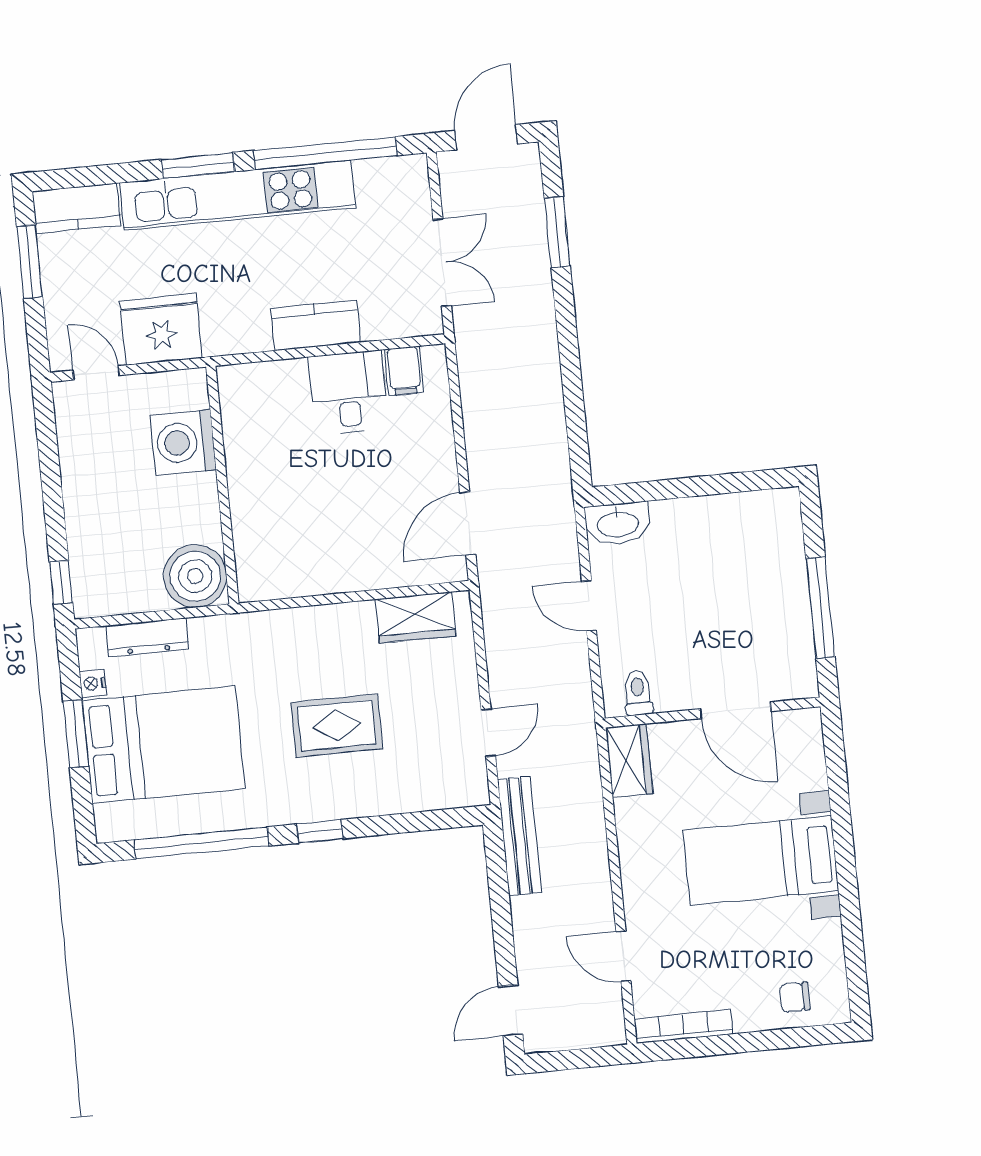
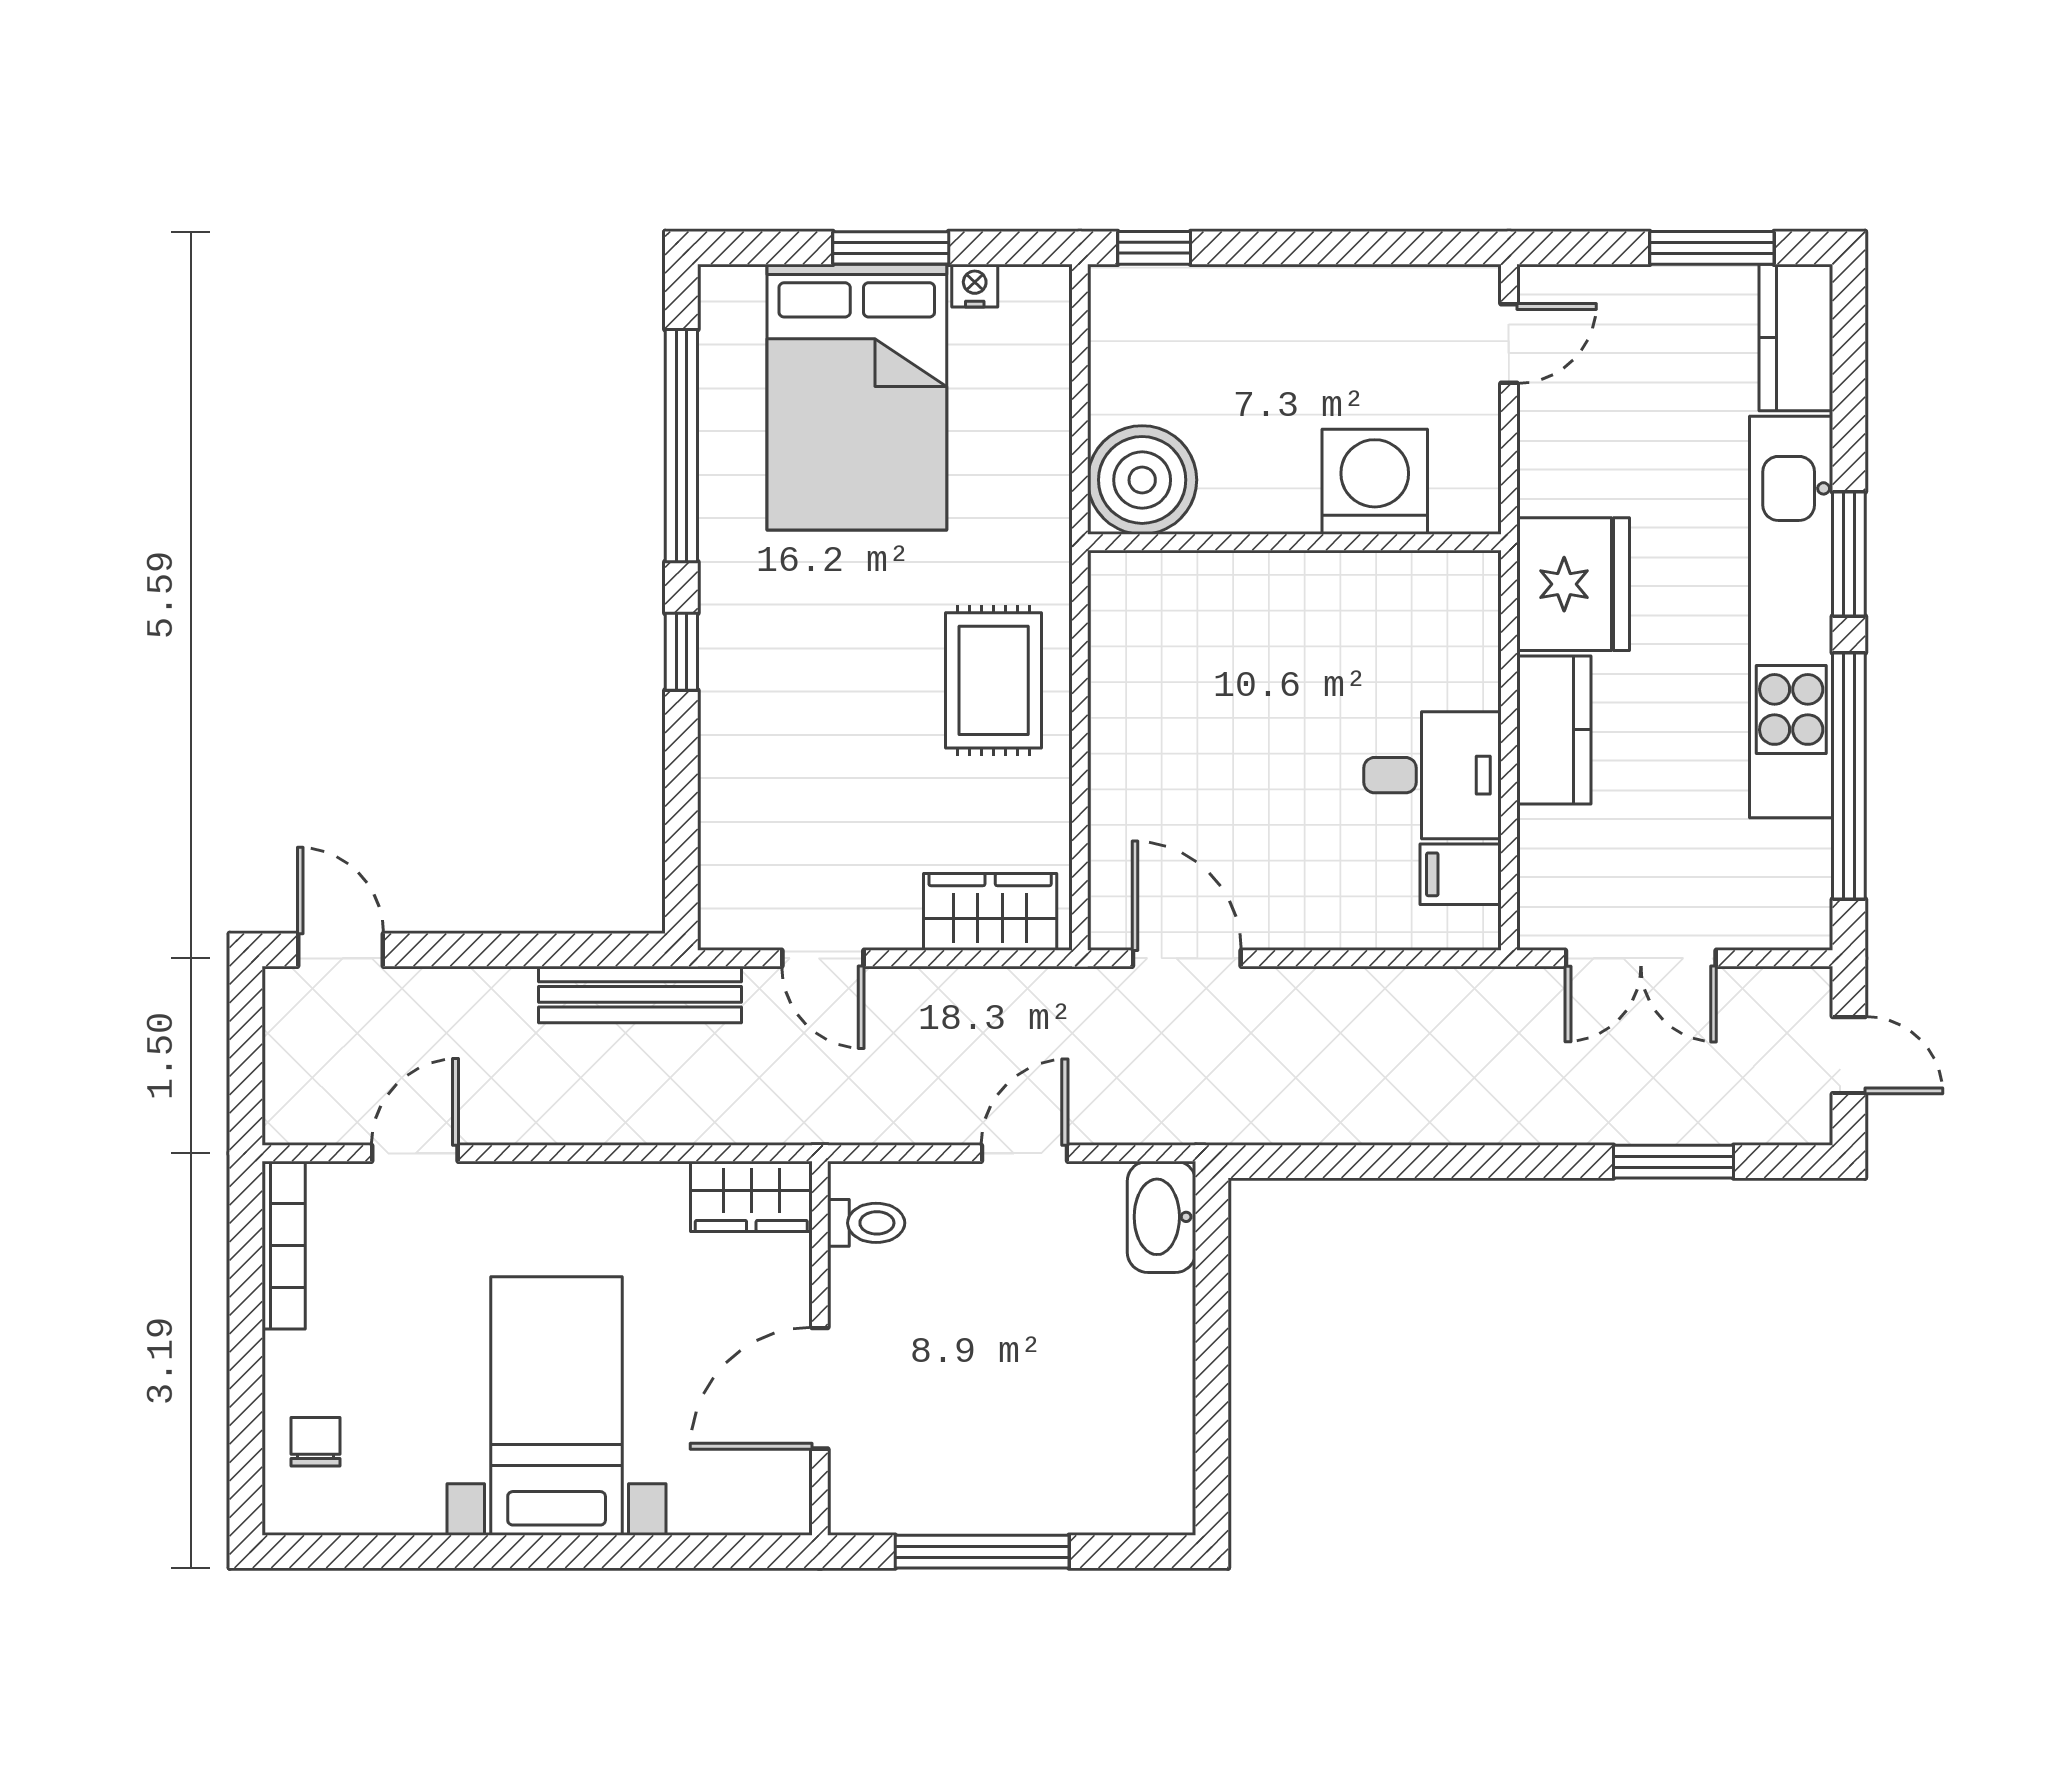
door: (486, 137) -> (1849, 1055), width x0.73
fridge: (161, 329) -> (1573, 584), moved
wardrobe: (416, 618) -> (990, 912), moved, turned 90
dresser: (148, 637) -> (1045, 387), removed
rug: (337, 726) -> (994, 680), moved

